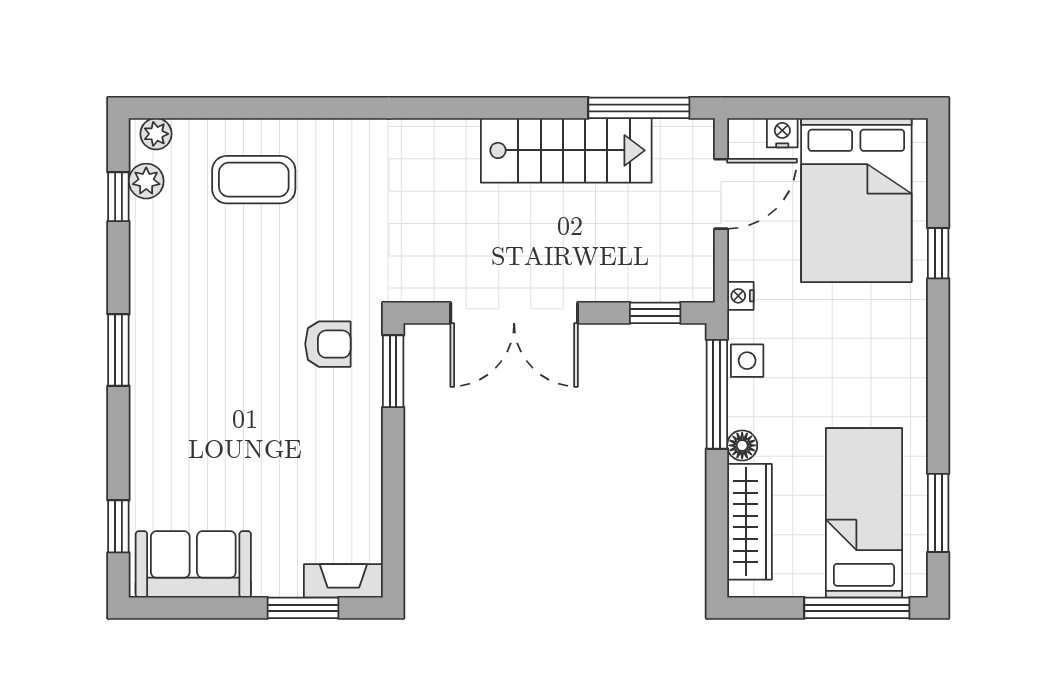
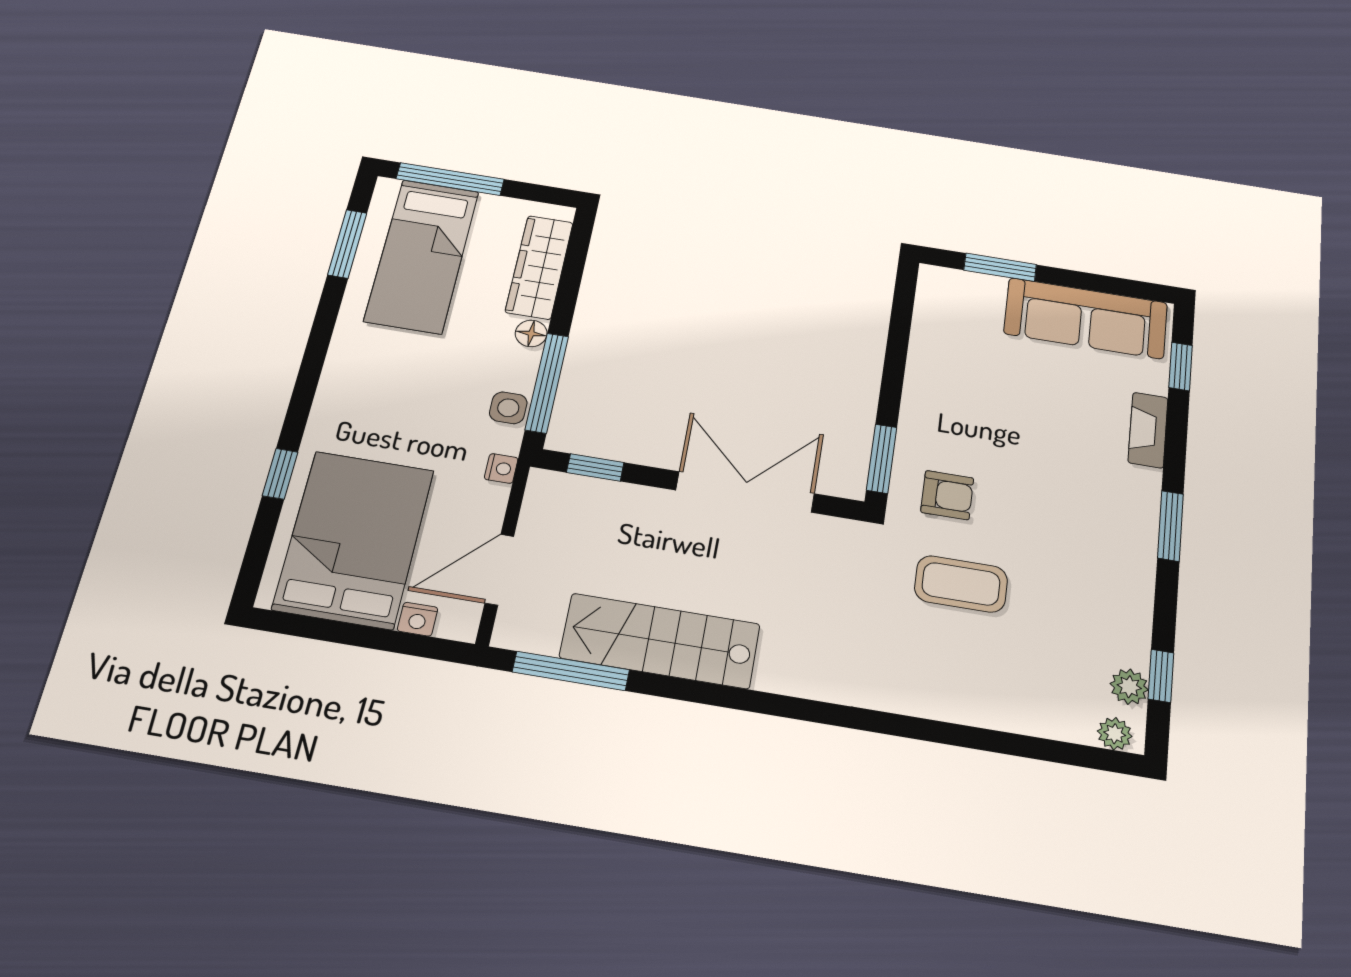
coffee table: (254, 180) -> (961, 584), moved
armchair: (328, 344) -> (947, 495), turned 180
sofa: (193, 564) -> (1086, 318), width x1.36
fireplace: (343, 581) -> (1148, 430), moved, turned 90

